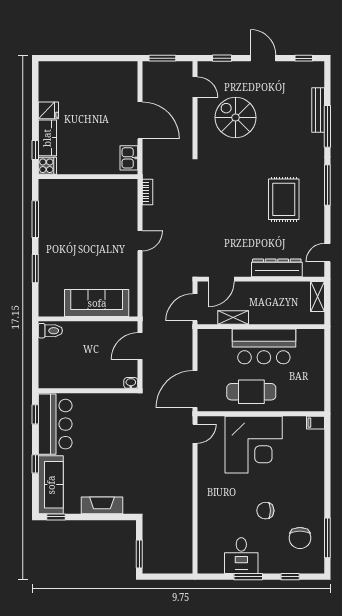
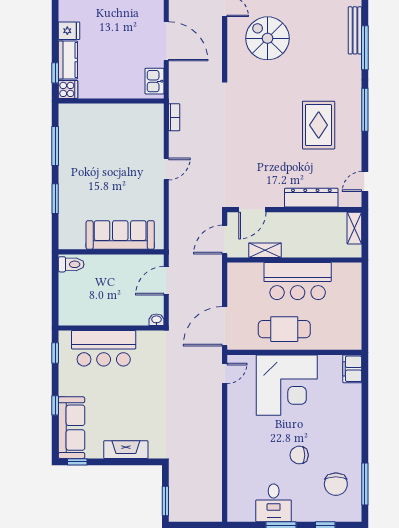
filing cabinet: (315, 423) -> (352, 369), width x2.00
bar counter: (55, 424) -> (104, 348), moved, turned 90

